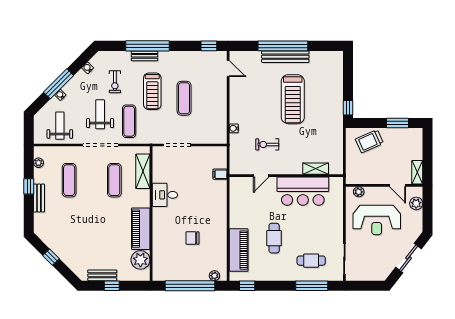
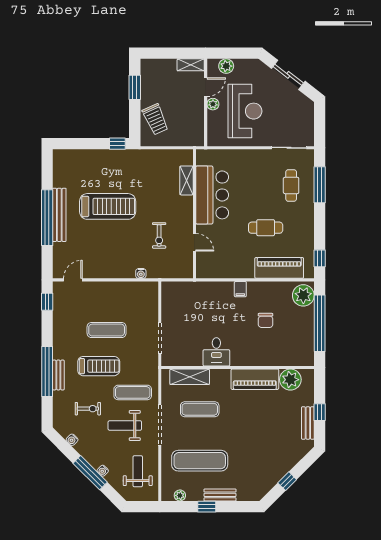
weight bench: (60, 126) -> (138, 471), turned 90
filing cabinet: (220, 174) -> (240, 289), moved
exercise mat: (69, 180) -> (200, 461), width x1.36, depth x1.45
plant: (359, 192) -> (213, 104), moved
plant: (214, 276) -> (303, 295), width x1.88, depth x1.88

